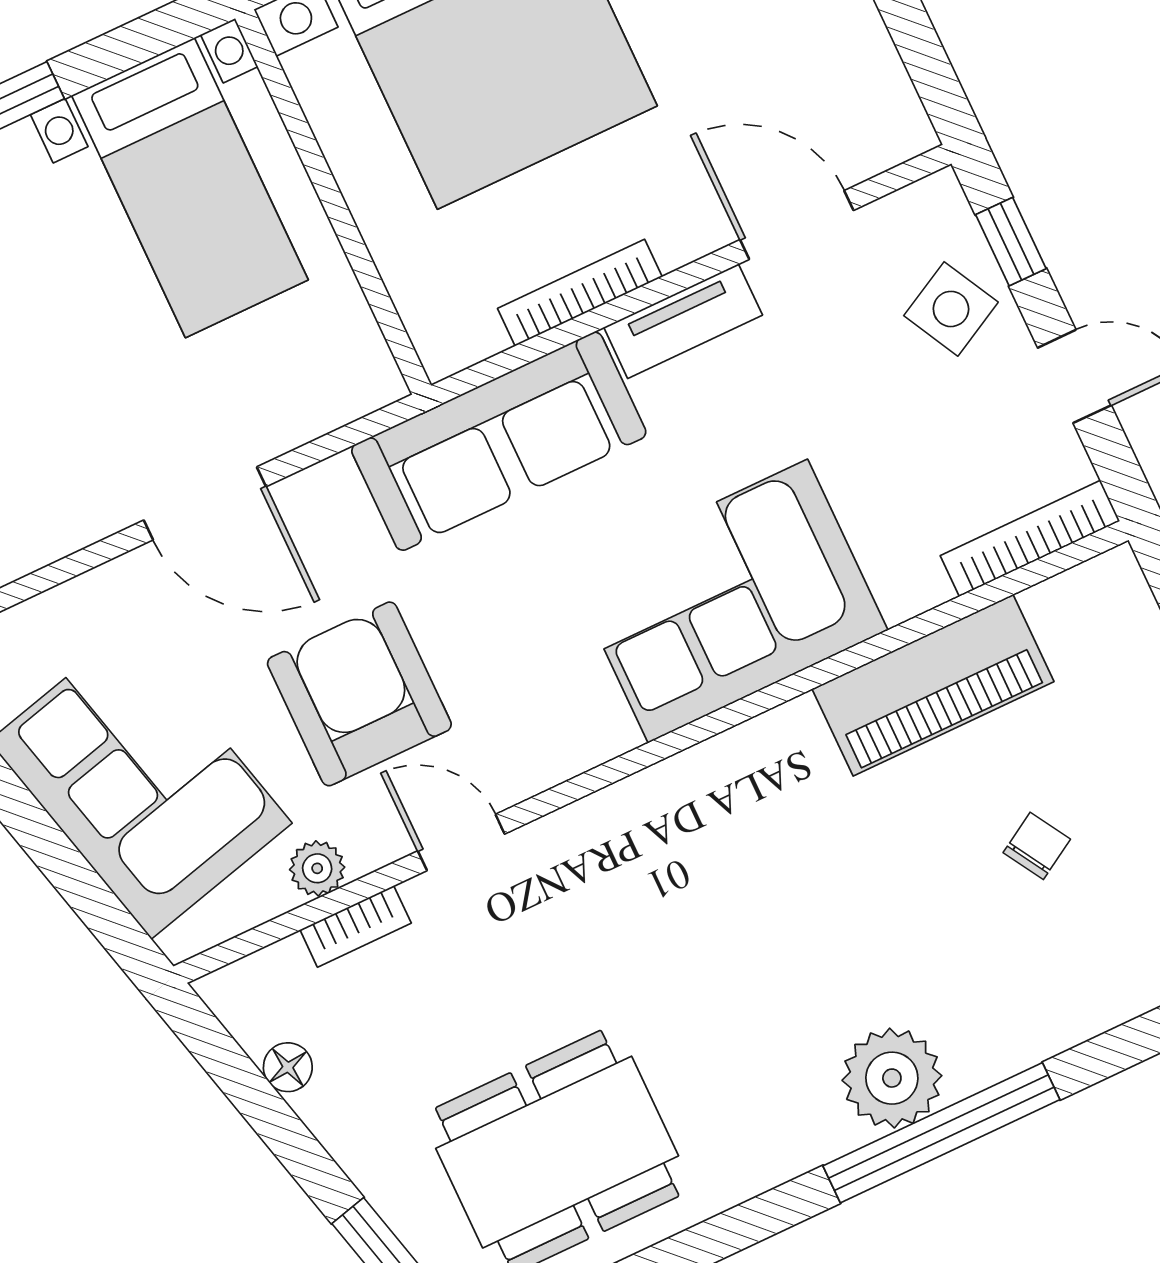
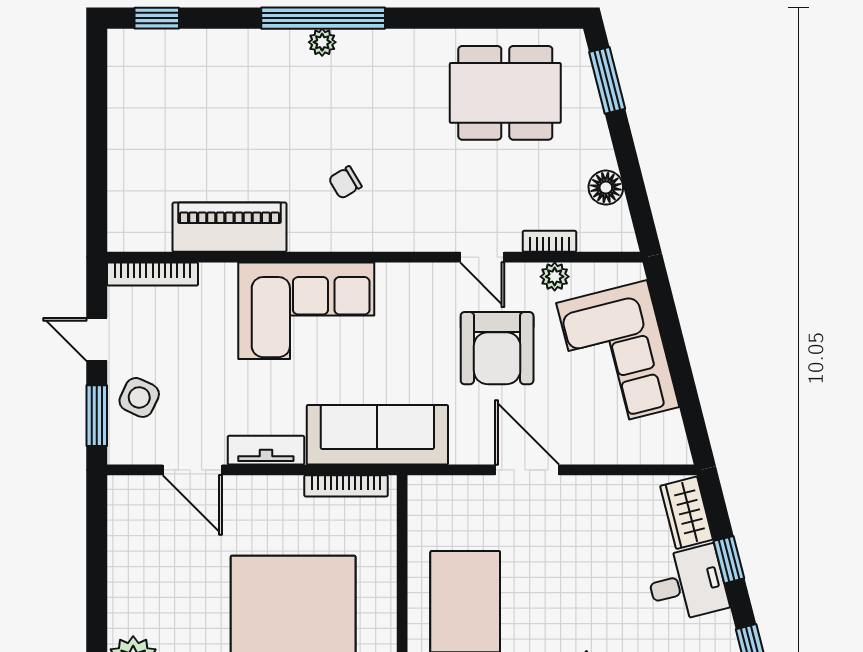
window: (1011, 242) -> (97, 416), width x1.50
bookcase: (580, 293) -> (346, 486), moved
side table: (951, 309) -> (139, 397), turned -37
chair: (1037, 846) -> (345, 182), moved
floor lamp: (288, 1067) -> (606, 188), width x1.37, depth x1.37
plant: (892, 1078) -> (322, 42), width x0.53, depth x0.53

